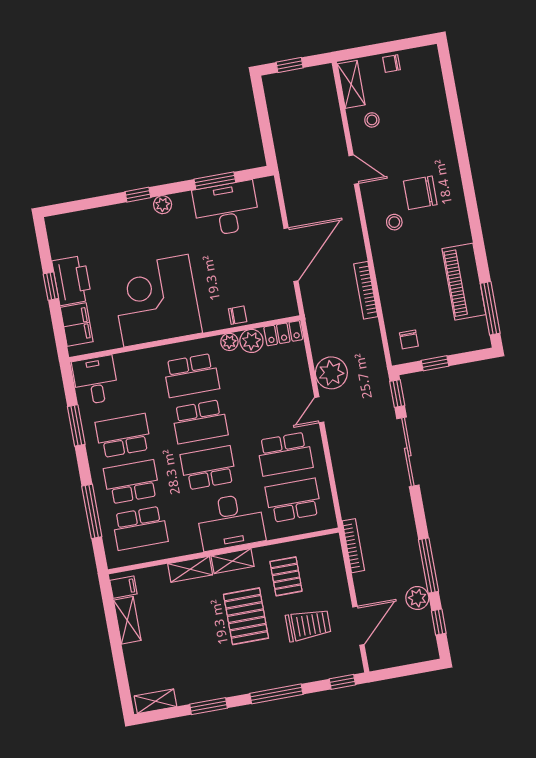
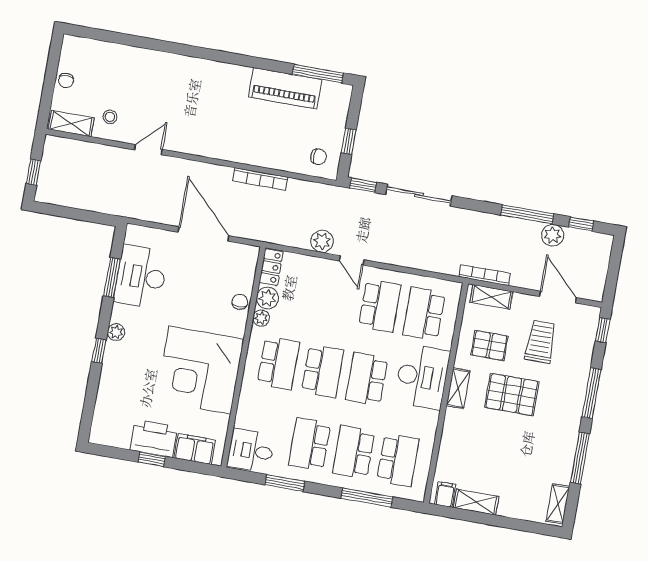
chair: (420, 193) -> (191, 98), removed
stool: (394, 222) -> (209, 131), removed
plant: (331, 373) -> (322, 241), width x0.73, depth x0.73
shelving: (190, 569) -> (491, 297), moved, turned 90
window: (209, 706) -> (580, 458), width x1.44

